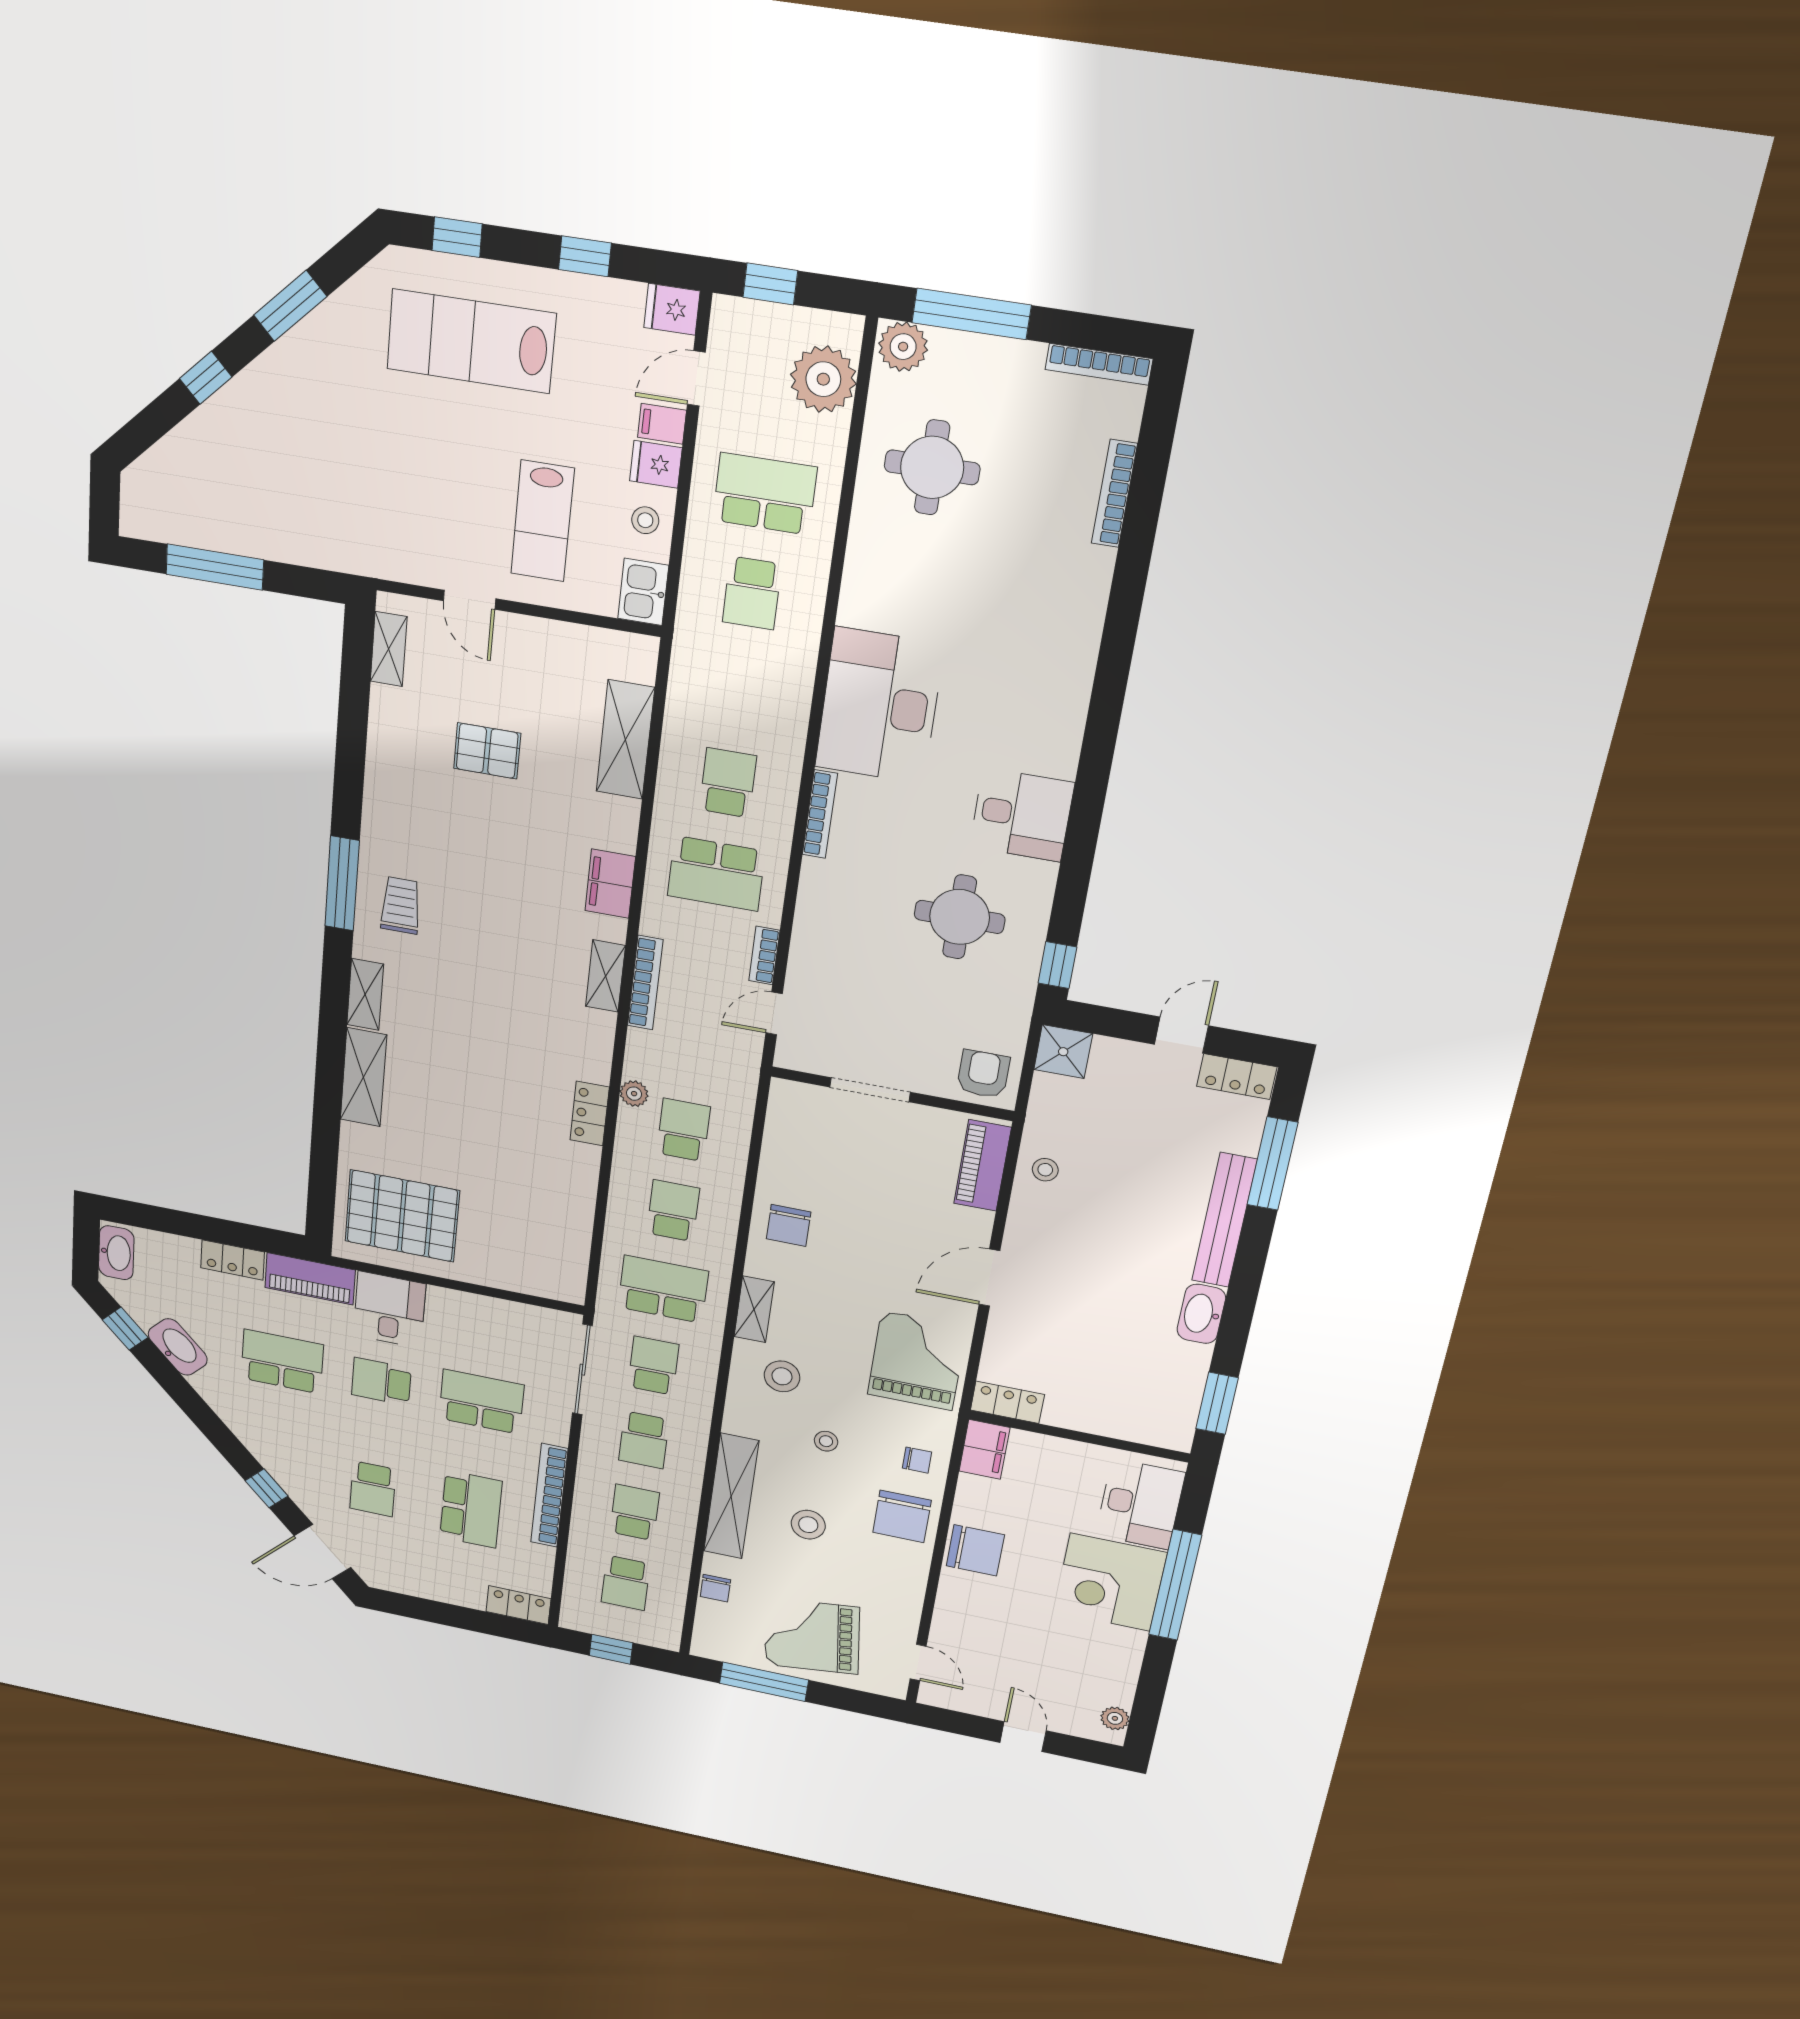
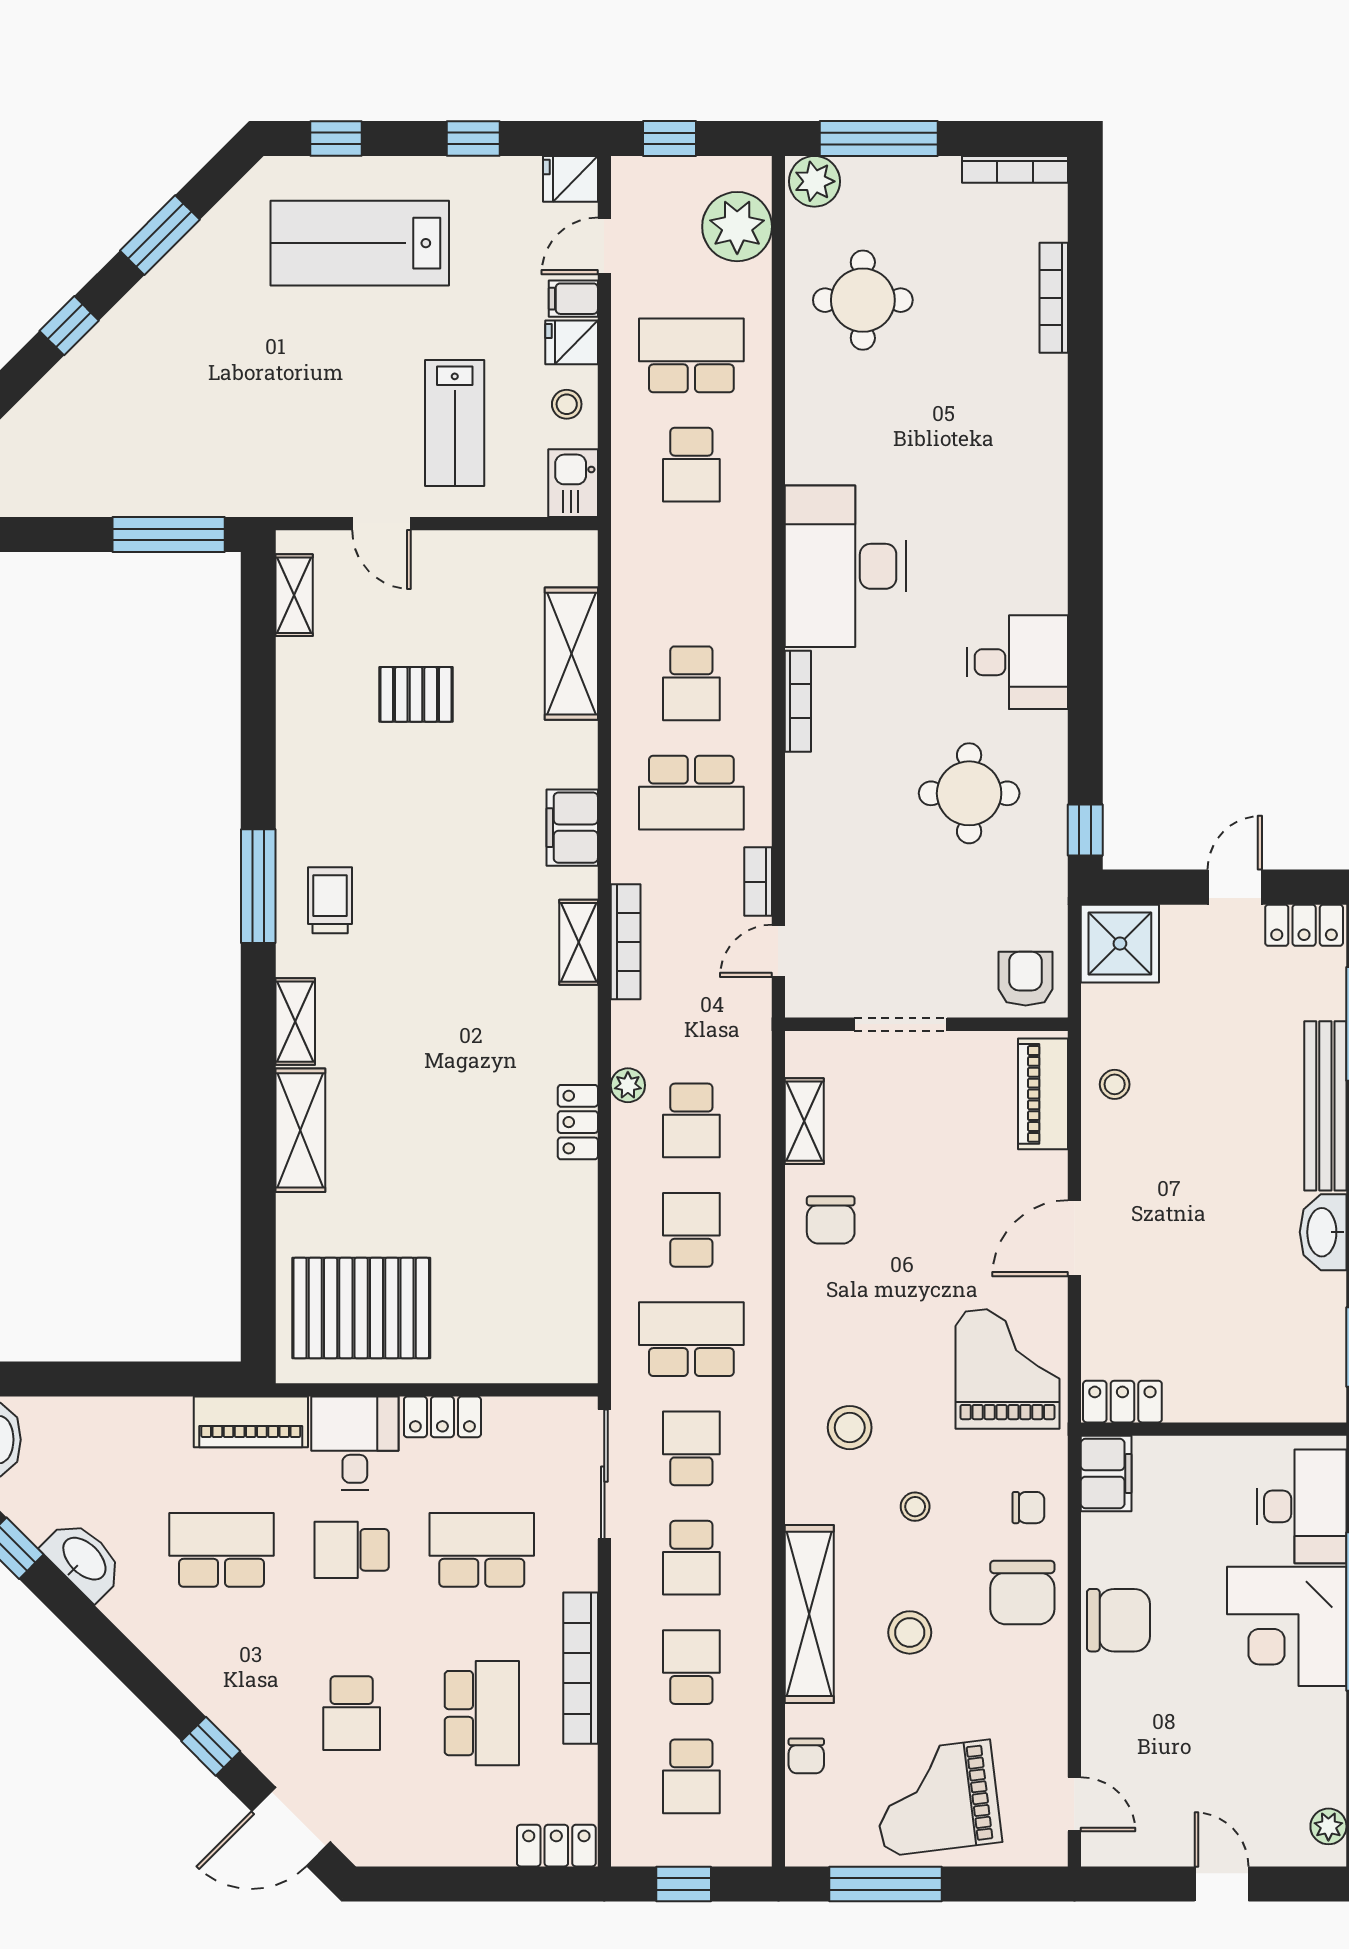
window: (215, 567) -> (169, 535), moved
school desk: (728, 783) -> (691, 683), turned 180
shower: (1063, 1052) -> (1120, 944), width x1.36, depth x1.36
school desk: (683, 1130) -> (691, 1120), turned 180
locker: (233, 1260) -> (442, 1417), moved
shelving: (754, 1309) -> (804, 1121), moved

